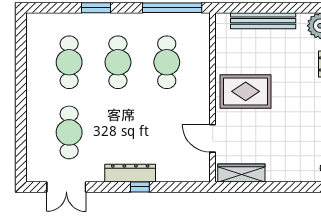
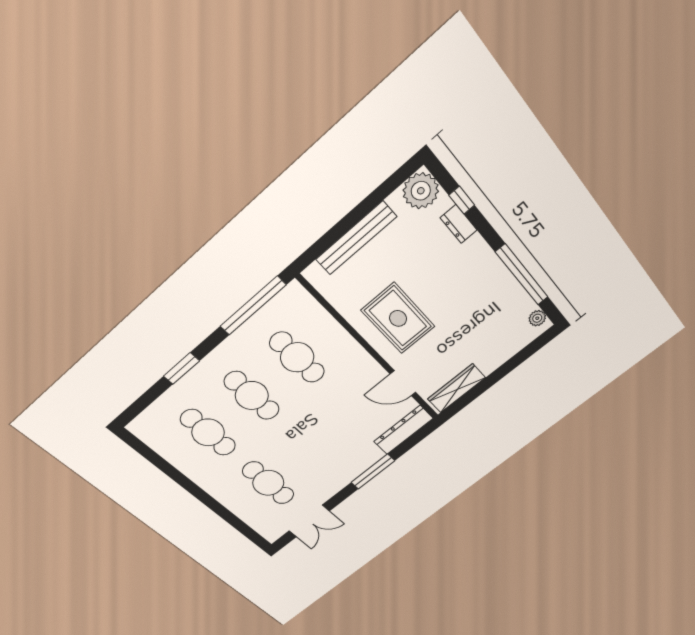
rug: (246, 91) -> (398, 318), turned 90
dresser: (130, 173) -> (403, 430), moved
window: (140, 187) -> (373, 472), width x2.17

